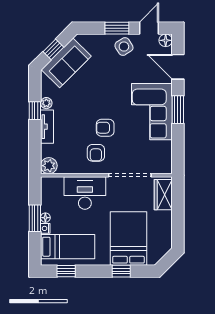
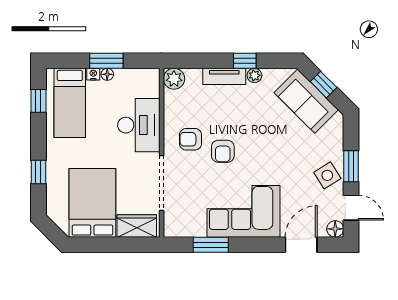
window: (178, 110) -> (211, 245), moved
armchair: (105, 128) -> (223, 151), turned 180
bed: (128, 239) -> (92, 203), moved, turned -90

